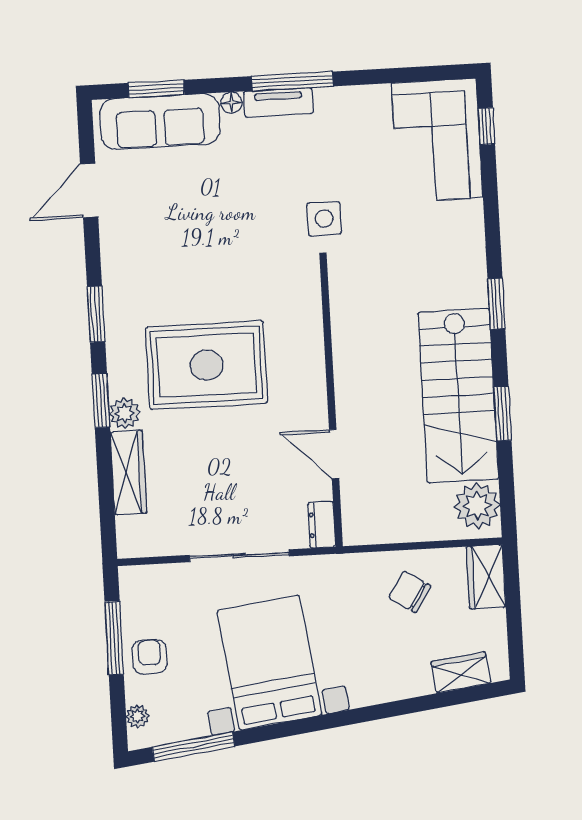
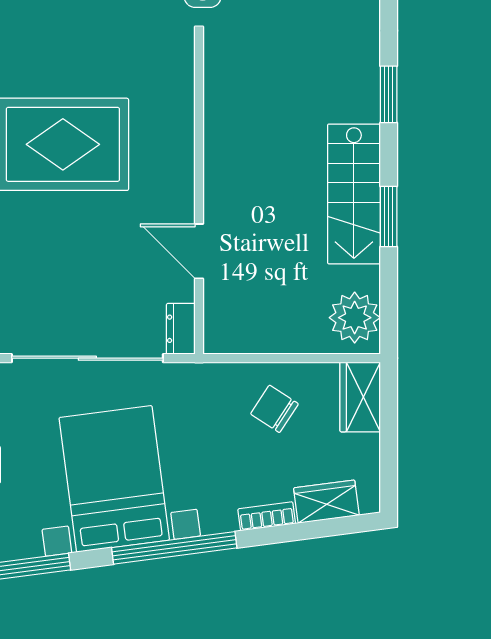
stairs: (458, 396) -> (354, 194), width x0.73, depth x0.66
sliding door: (239, 556) -> (87, 358), width x1.36
bookcase: (408, 689) -> (267, 516), added
window: (327, 722) -> (174, 548), added

